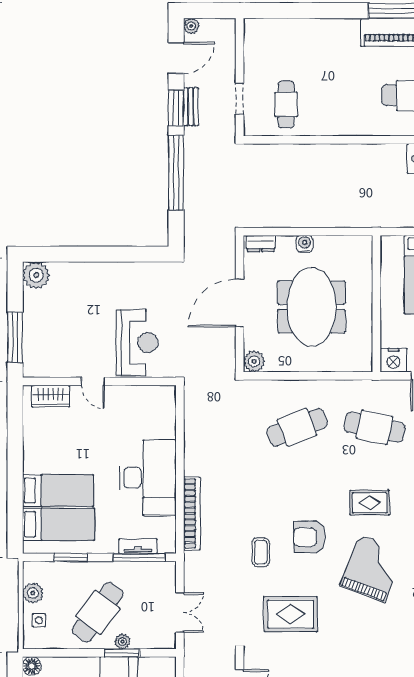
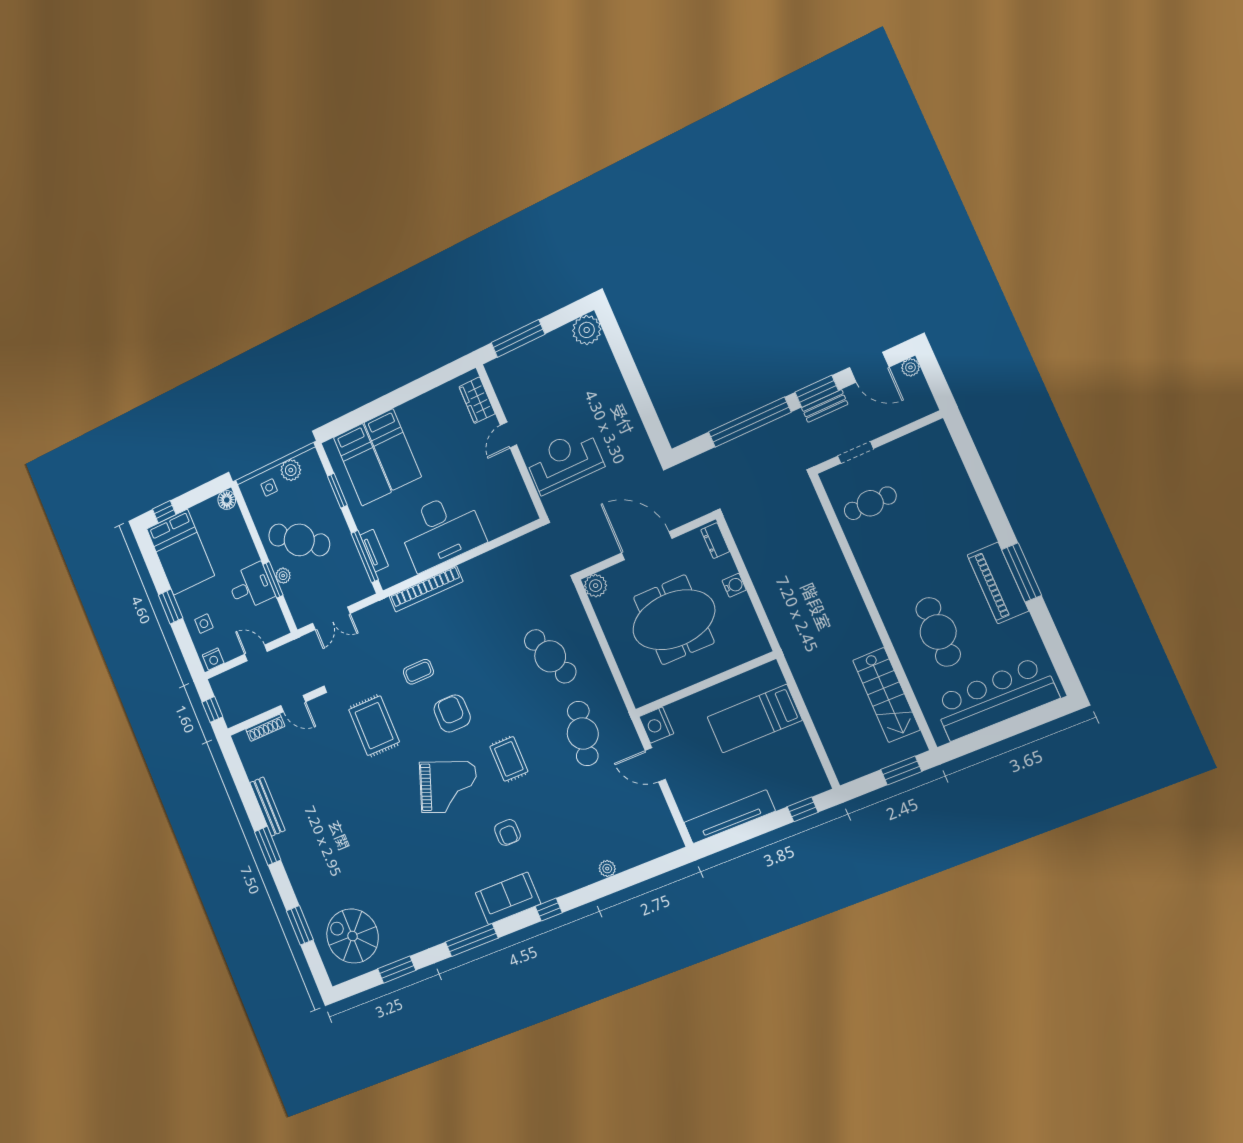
reception desk: (137, 342) -> (564, 461), turned 180

